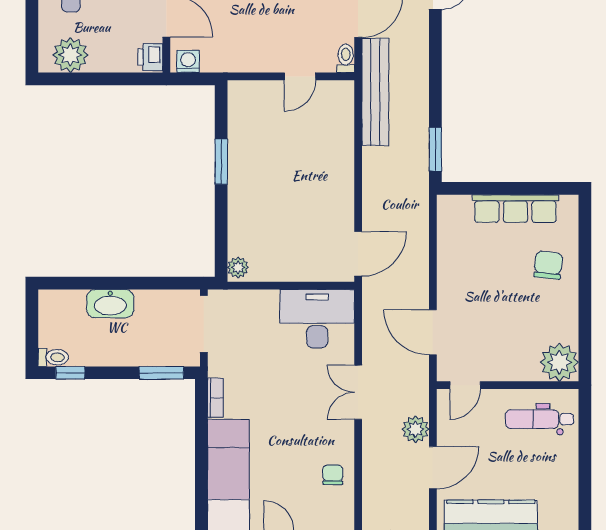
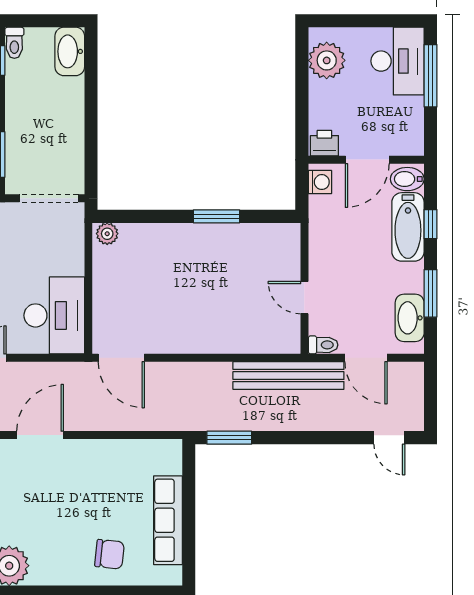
washbasin: (110, 304) -> (70, 51), moved

